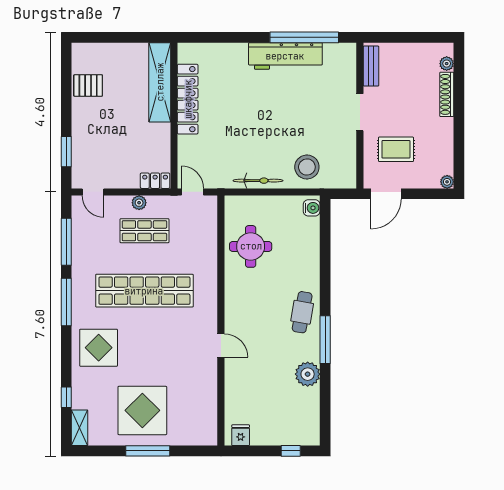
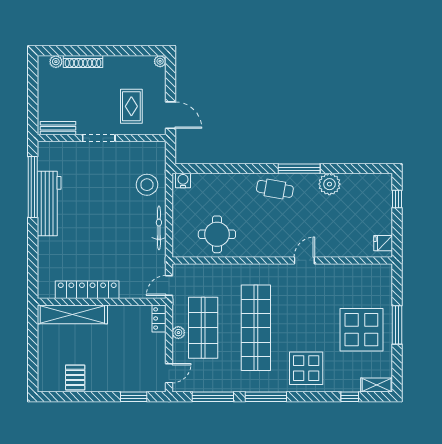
shop shelf: (144, 231) -> (203, 328), width x1.43, depth x1.36

